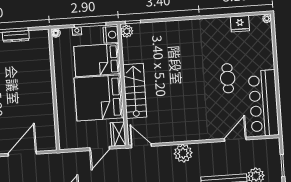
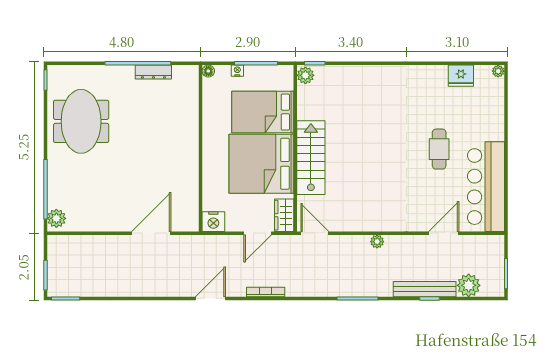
nightstand: (111, 35) -> (213, 222), moved, turned 90
plant: (183, 153) -> (377, 242), width x0.53, depth x0.53

